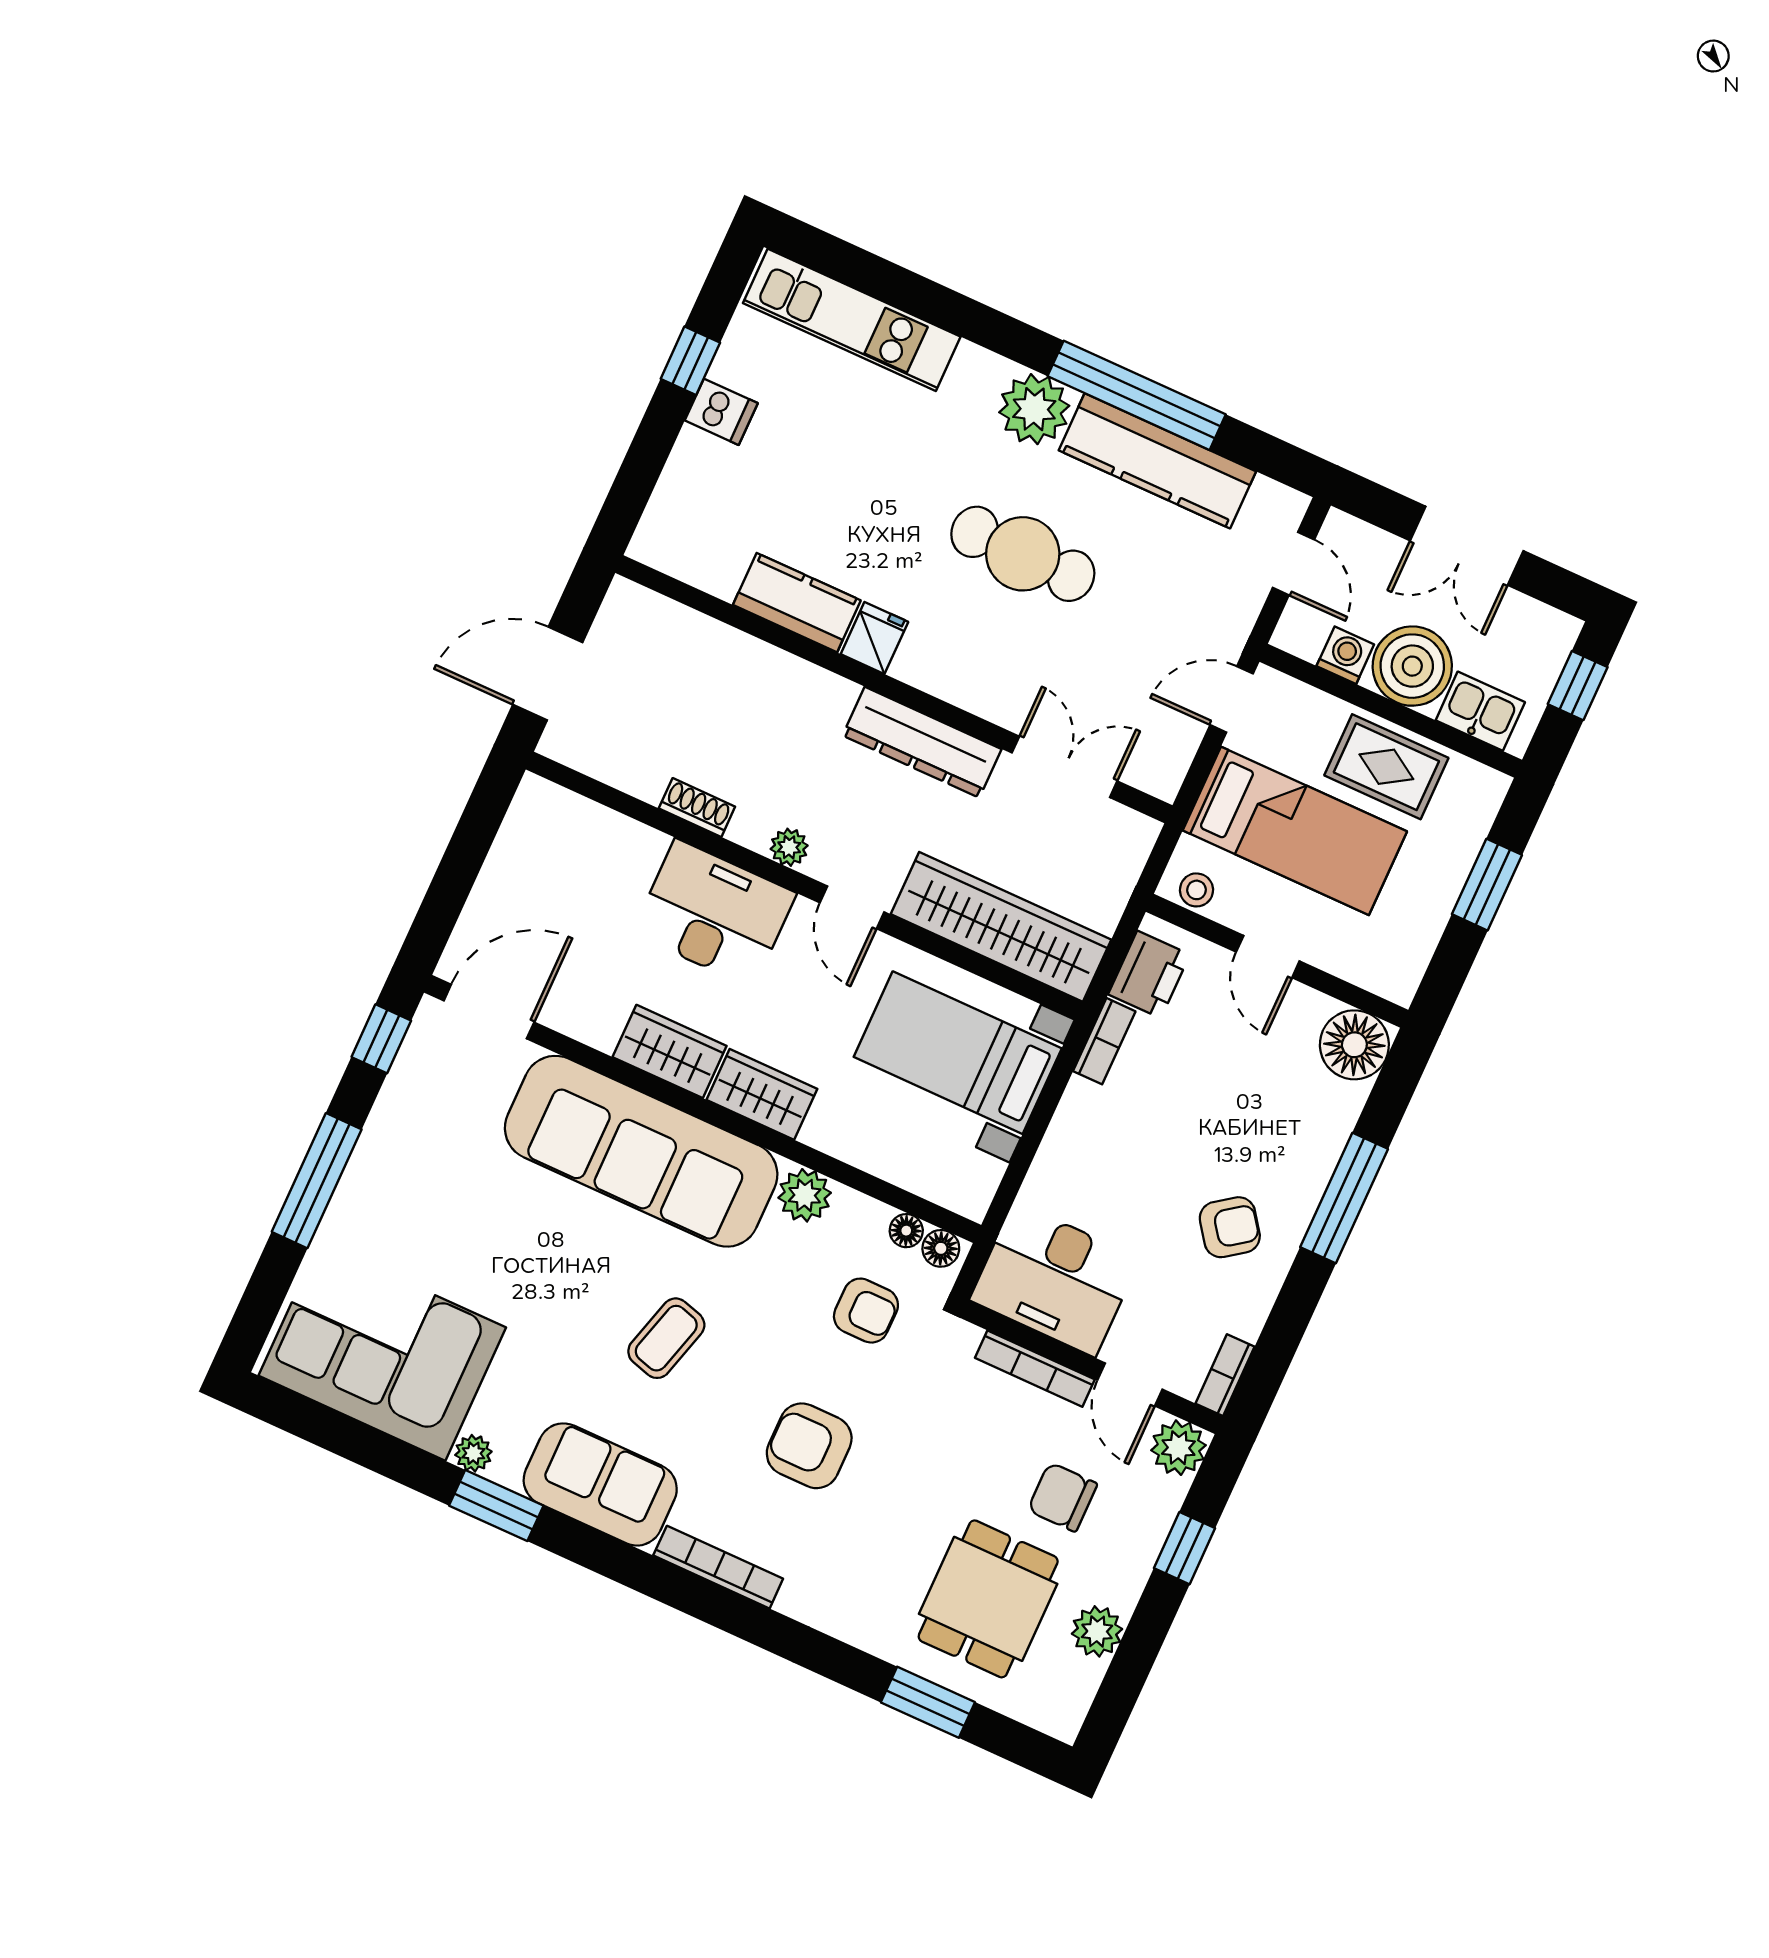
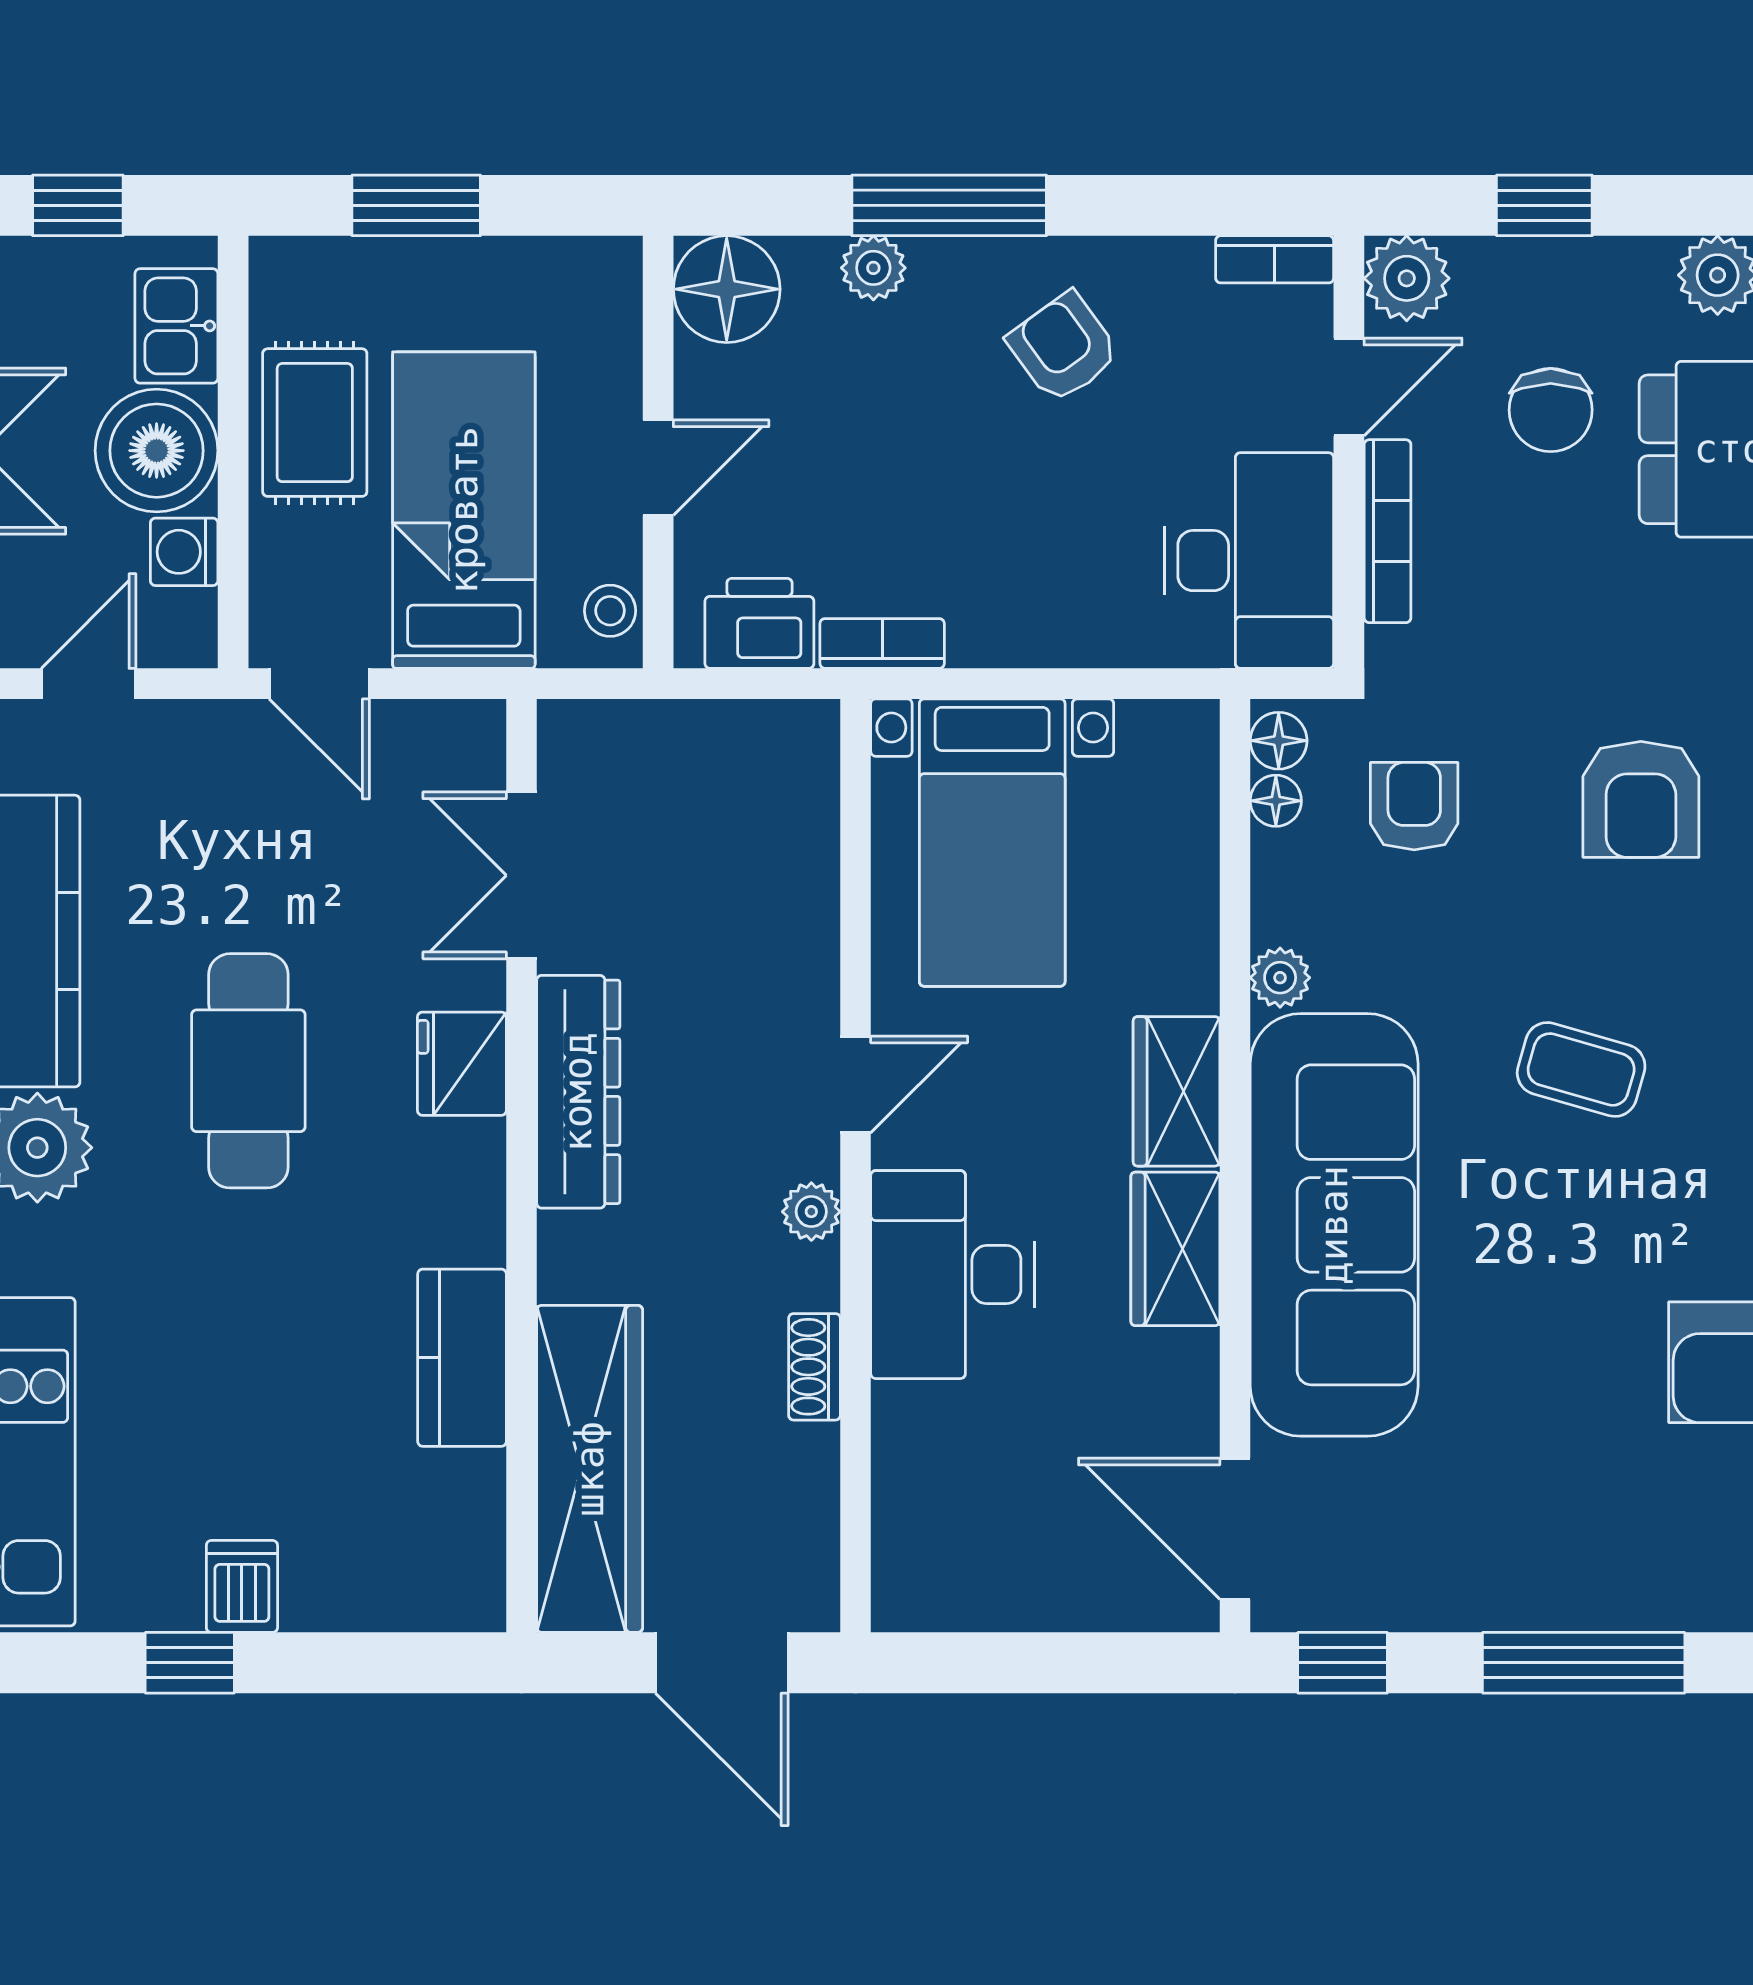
fridge: (874, 638) -> (462, 1064), moved, width x1.38
wardrobe: (1001, 927) -> (590, 1469), moved, turned 180
plant: (1328, 1137) -> (873, 268), added
plant: (805, 1195) -> (1280, 978), width x0.73, depth x0.73

